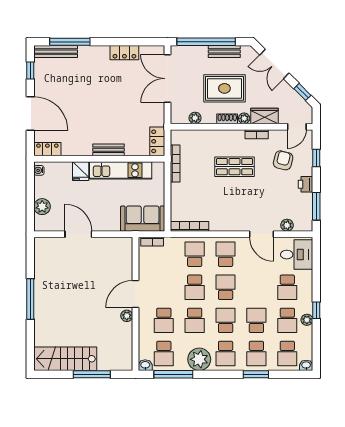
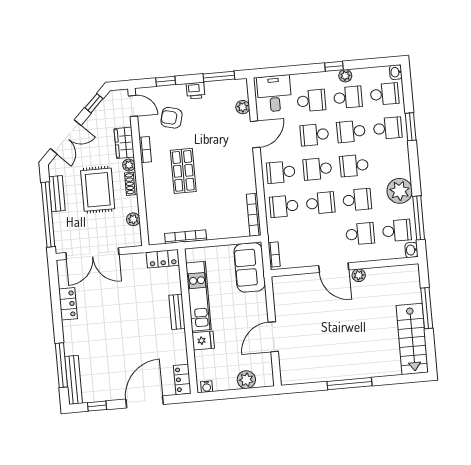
school desk: (226, 353) -> (314, 135), moved, turned 180

